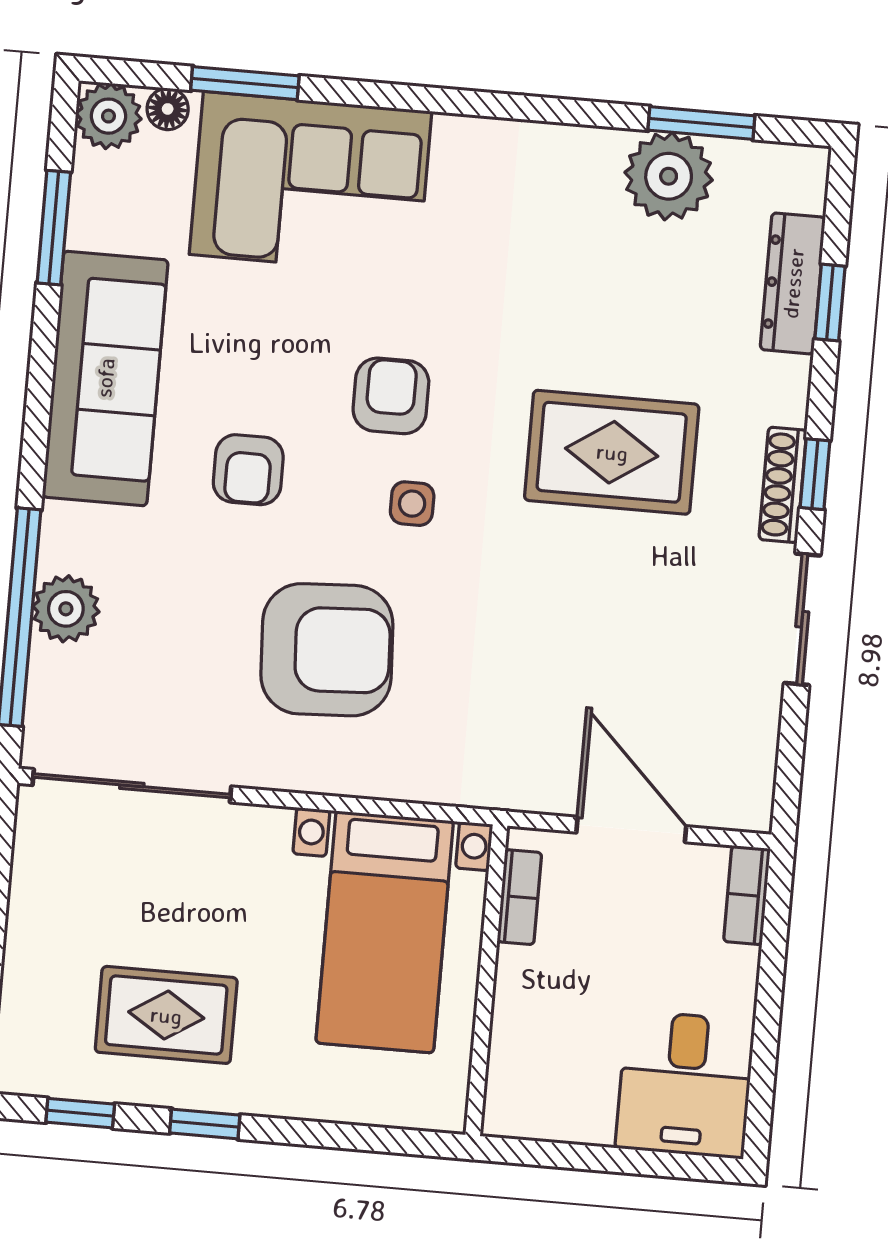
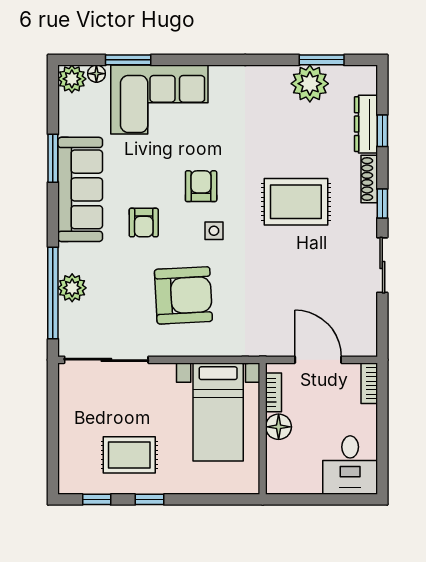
window: (54, 228) -> (53, 158), moved
shoe rack: (783, 485) -> (369, 179), moved
floor lamp: (524, 979) -> (279, 427), added

